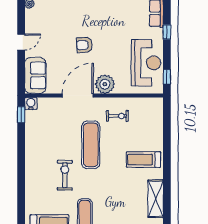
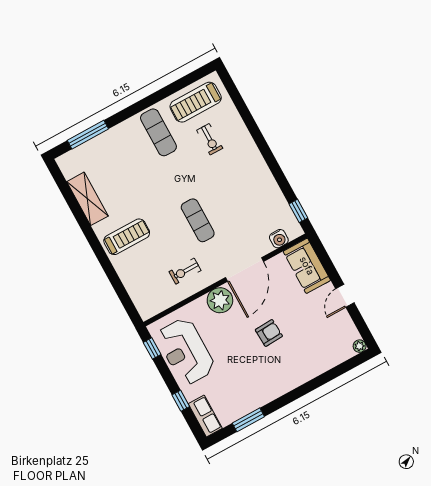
water cooler: (31, 103) -> (279, 239), moved
exercise mat: (91, 145) -> (198, 220), width x0.73, depth x0.69
exercise bike: (65, 175) -> (210, 139), moved, width x0.73, depth x0.72

